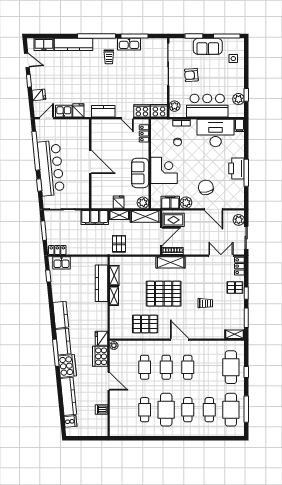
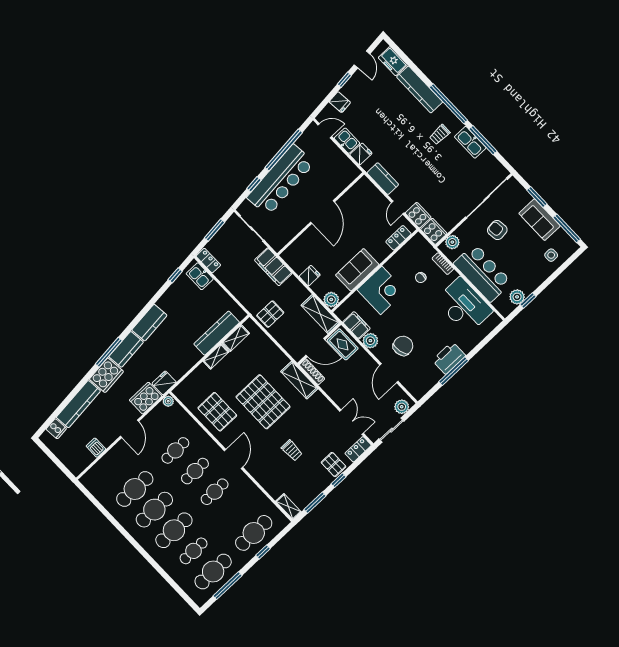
filing cabinet: (239, 125) -> (493, 322), removed
shelving: (119, 215) -> (298, 288), removed
cafe table: (145, 410) -> (135, 489), width x1.37, depth x1.35
cafe table: (188, 410) -> (174, 530), width x1.37, depth x1.35

